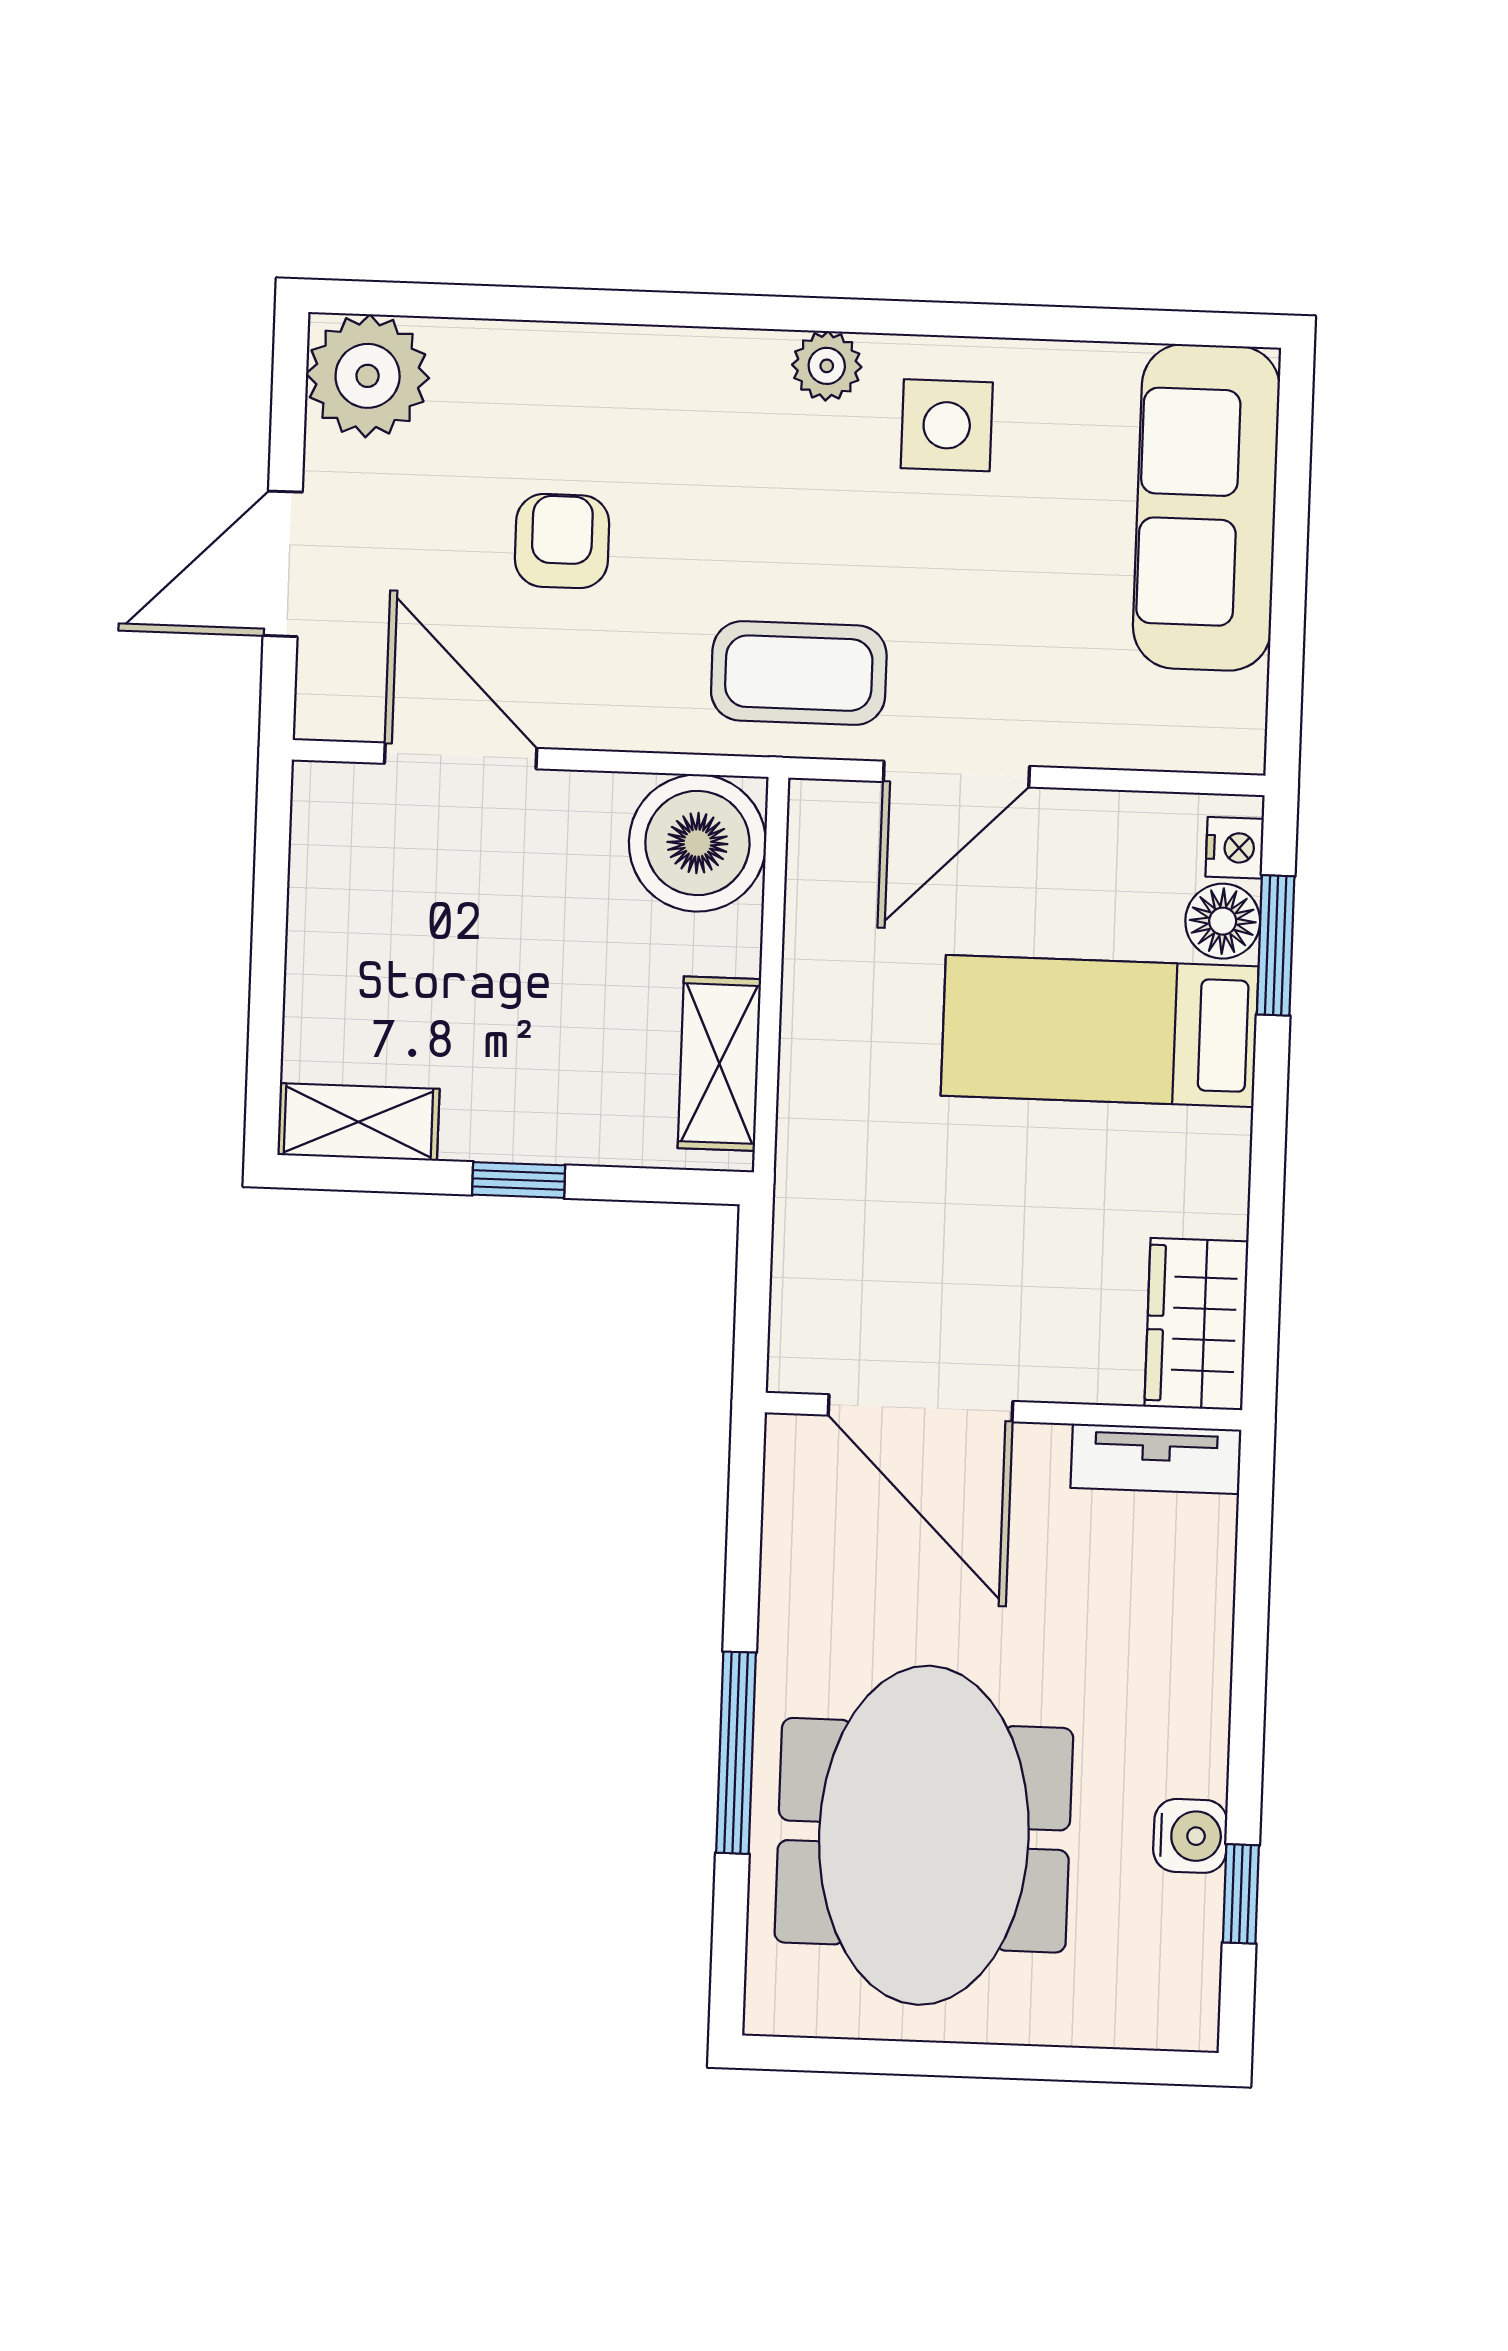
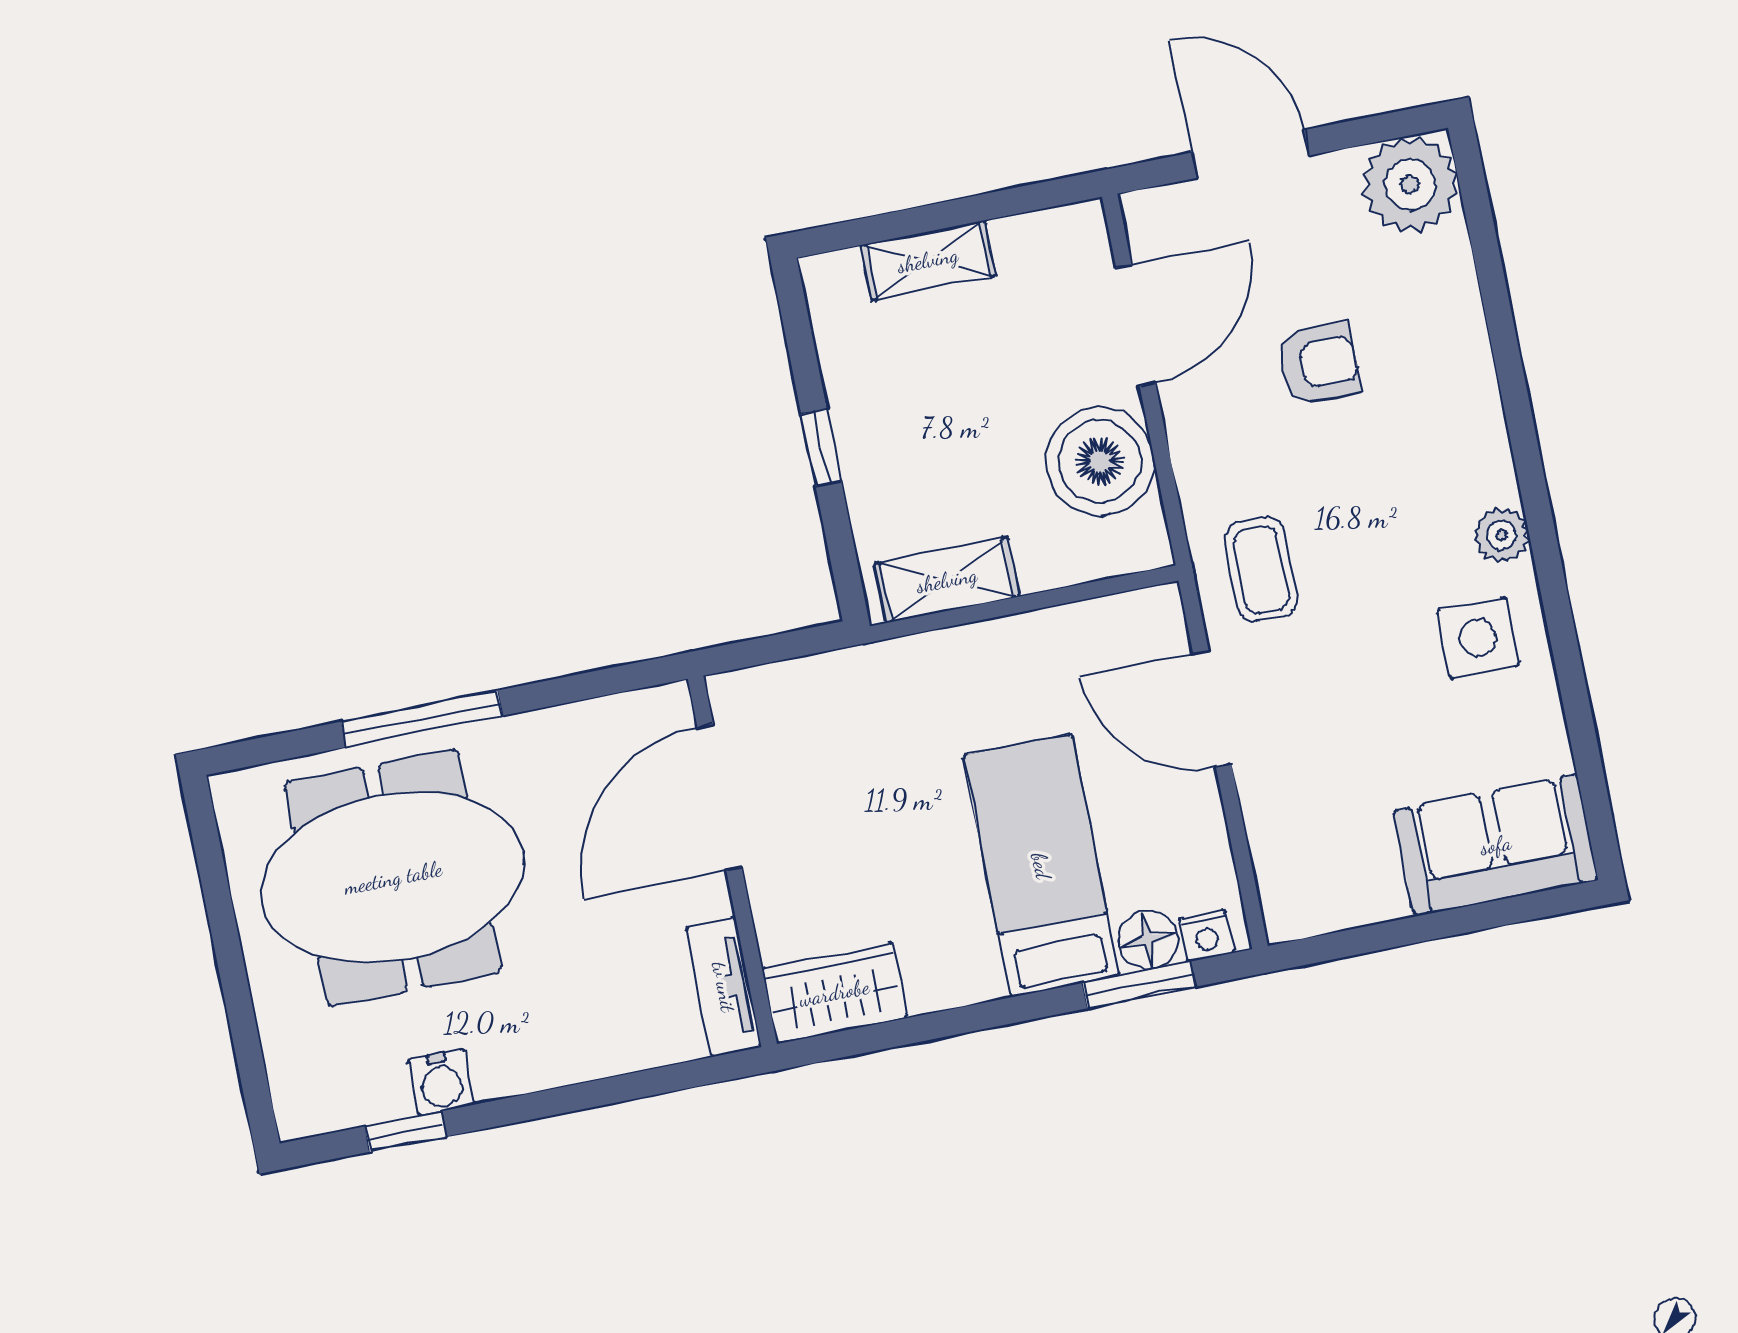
sofa: (1206, 507) -> (1496, 845), width x0.73
coffee table: (799, 673) -> (1261, 570), width x0.73, depth x0.77
boiler: (697, 843) -> (1100, 461), moved
shelving: (358, 1122) -> (928, 260), moved, turned 90

